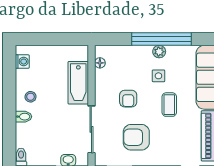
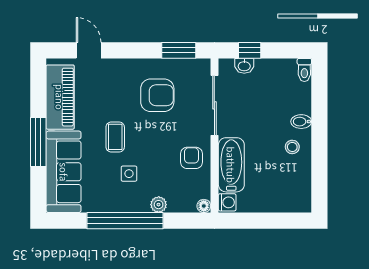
plant: (159, 52) -> (159, 205), moved
washing machine: (22, 62) -> (227, 202), moved, turned 180
floor lamp: (100, 63) -> (204, 206), moved
armchair: (128, 99) -> (191, 158), moved

